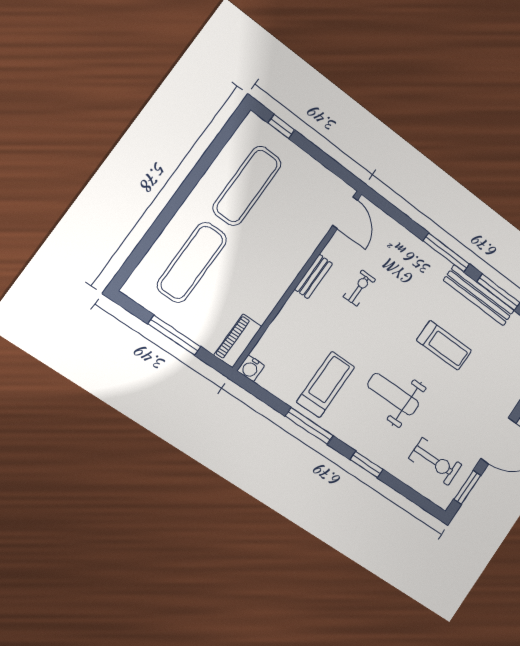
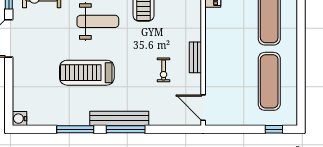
bench: (479, 295) -> (119, 118), moved
treadmill: (444, 345) -> (87, 73), width x1.37, depth x1.38

